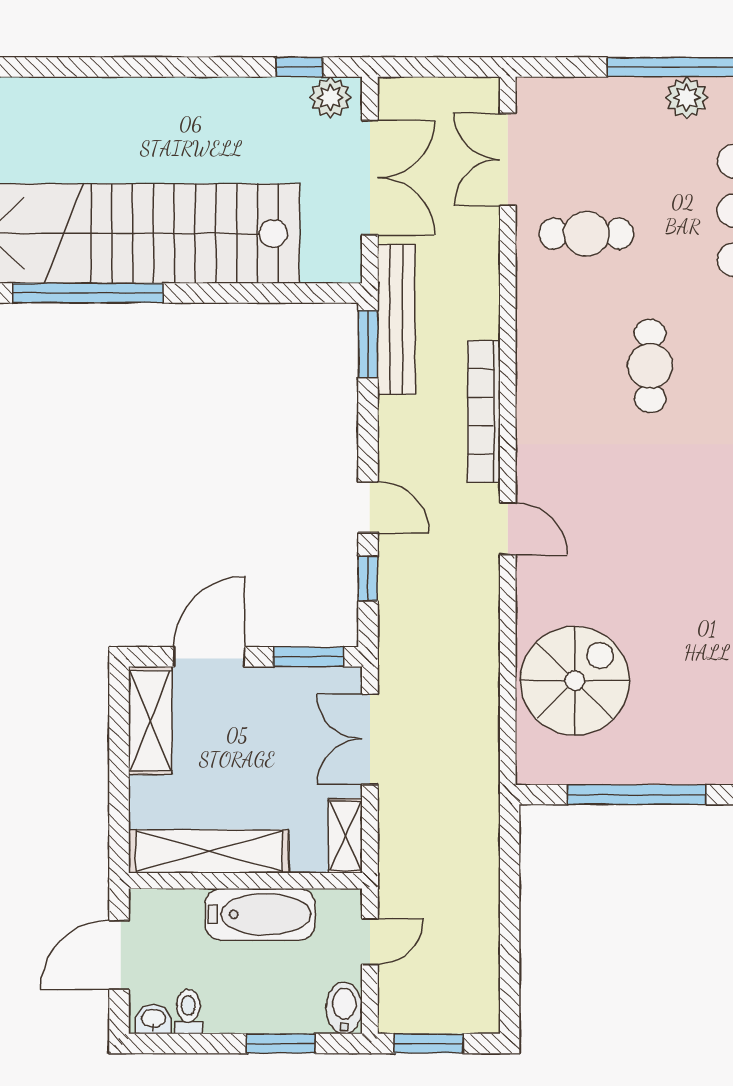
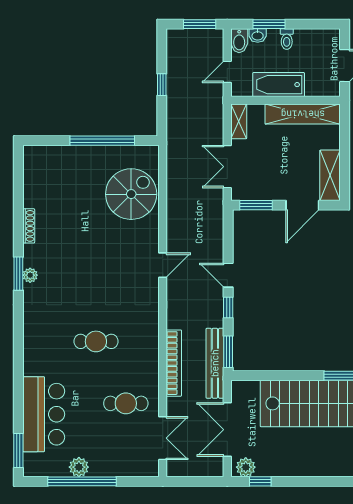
cafe table: (650, 366) -> (96, 341), turned 90
bookcase: (484, 412) -> (174, 363), moved
door: (508, 529) -> (163, 265), swing flipped
window: (368, 579) -> (228, 307), moved
spiral stairs: (575, 681) -> (131, 194), turned 180
double door: (370, 739) -> (227, 167), swing flipped
window: (510, 914) -> (162, 85), added
toilet: (188, 1012) -> (287, 39), moved
washbasin: (153, 1019) -> (258, 35), moved

